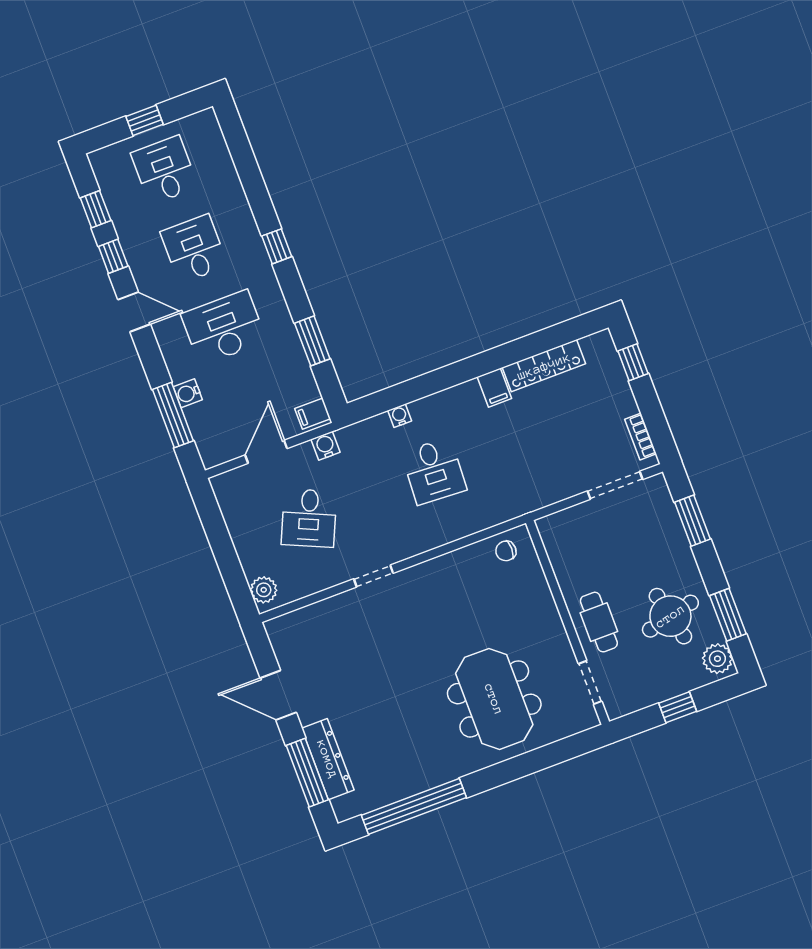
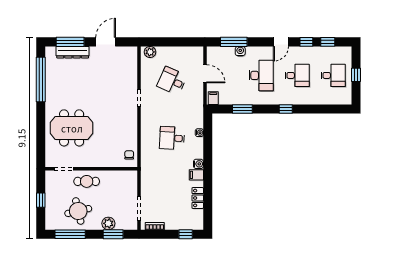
locker: (544, 366) -> (198, 198), width x0.66
water cooler: (325, 446) -> (198, 164), moved
window: (728, 615) -> (70, 234), width x1.44
plant: (717, 659) -> (108, 223), moved

